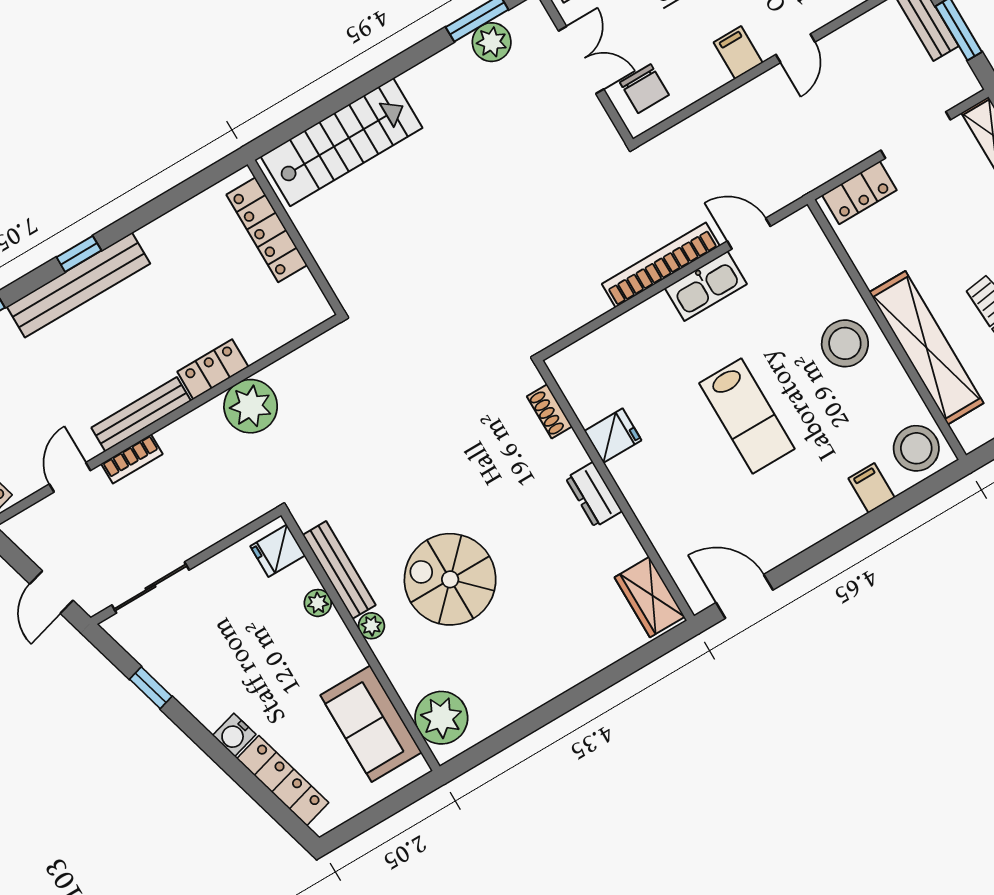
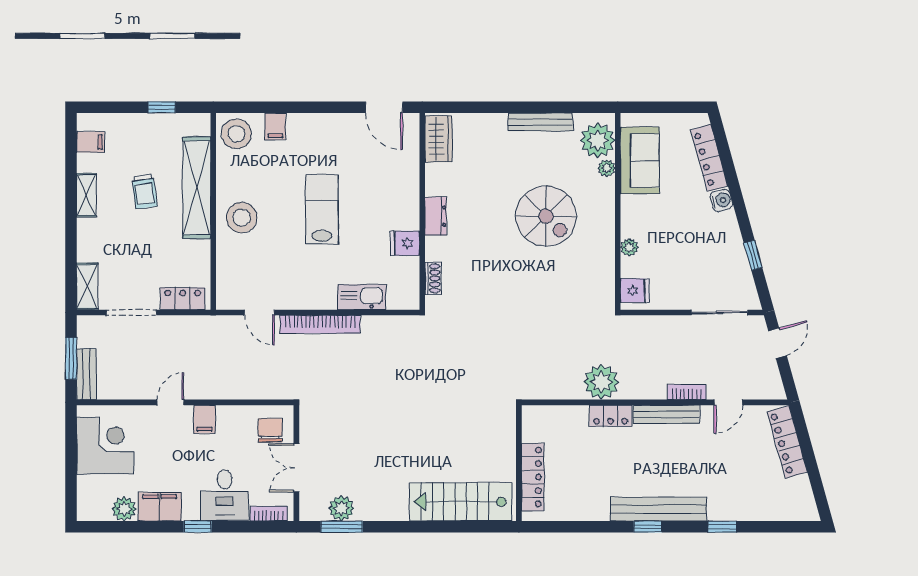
kitchen sink: (706, 286) -> (362, 297), moved
bench: (339, 570) -> (541, 122), moved, turned 90
plant: (371, 626) -> (607, 168), moved

